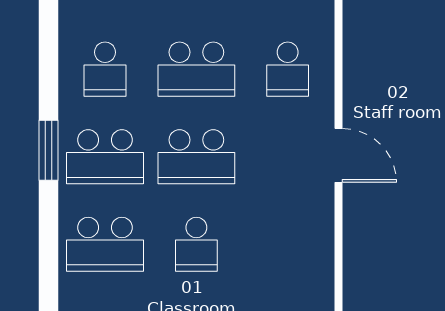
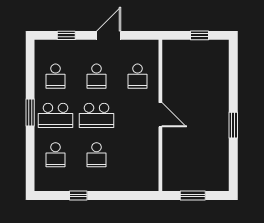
school desk: (196, 69) -> (97, 76), width x0.54
school desk: (105, 244) -> (55, 155), width x0.54

